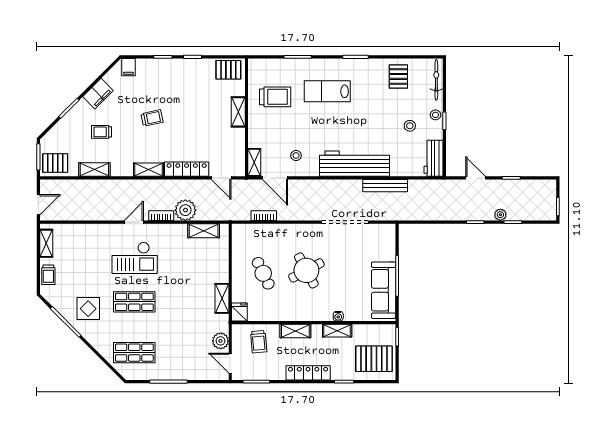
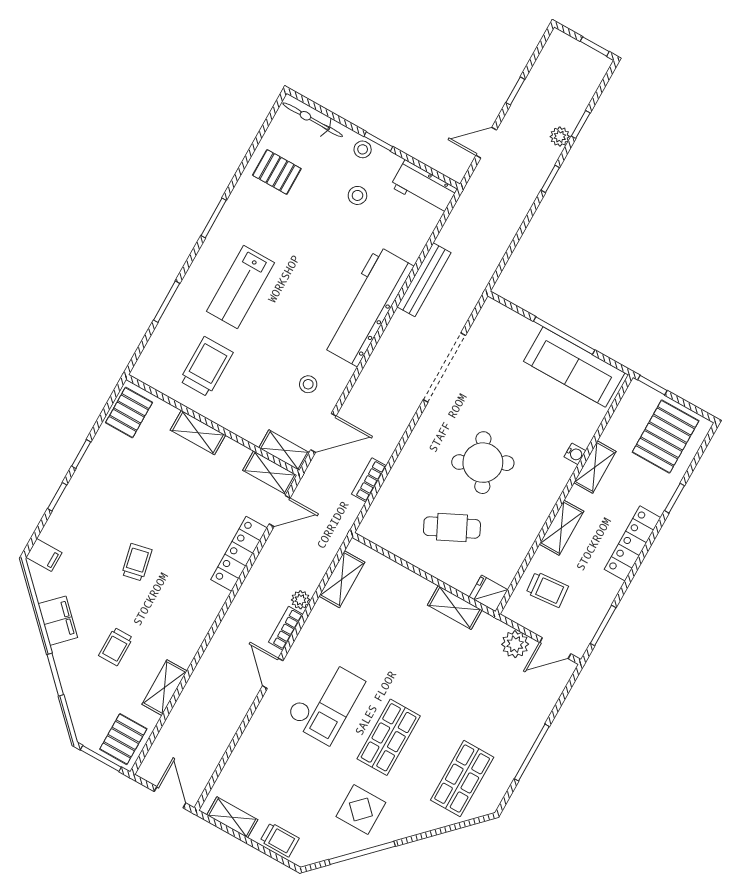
shelving: (148, 170) -> (270, 473), moved, turned 90
plant: (185, 210) -> (300, 600), width x0.53, depth x0.53

